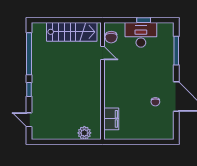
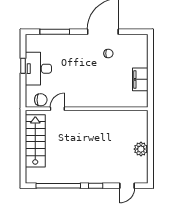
filing cabinet: (111, 119) -> (140, 79), moved, turned -90
plant: (84, 133) -> (141, 149), moved

